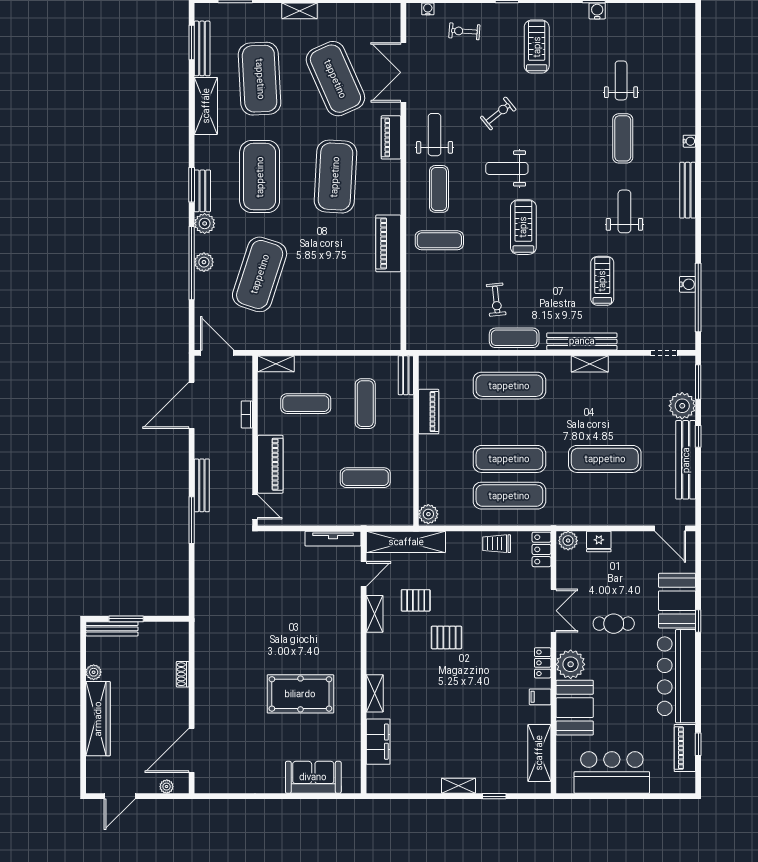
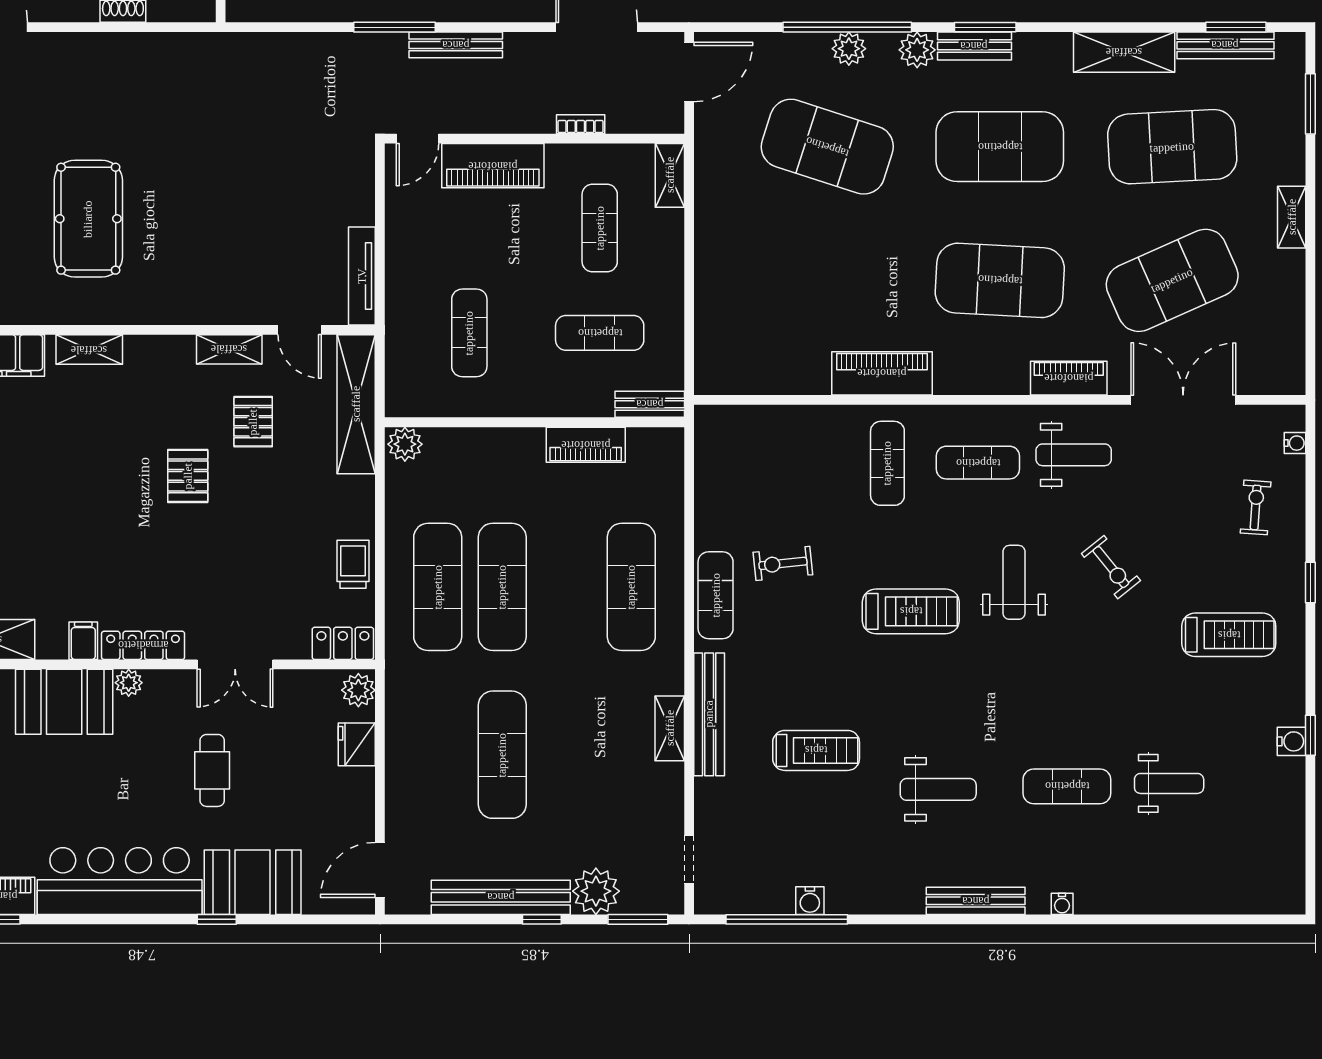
locker: (543, 663) -> (143, 645), width x1.53
plant: (571, 664) -> (129, 683), width x0.53, depth x0.53

